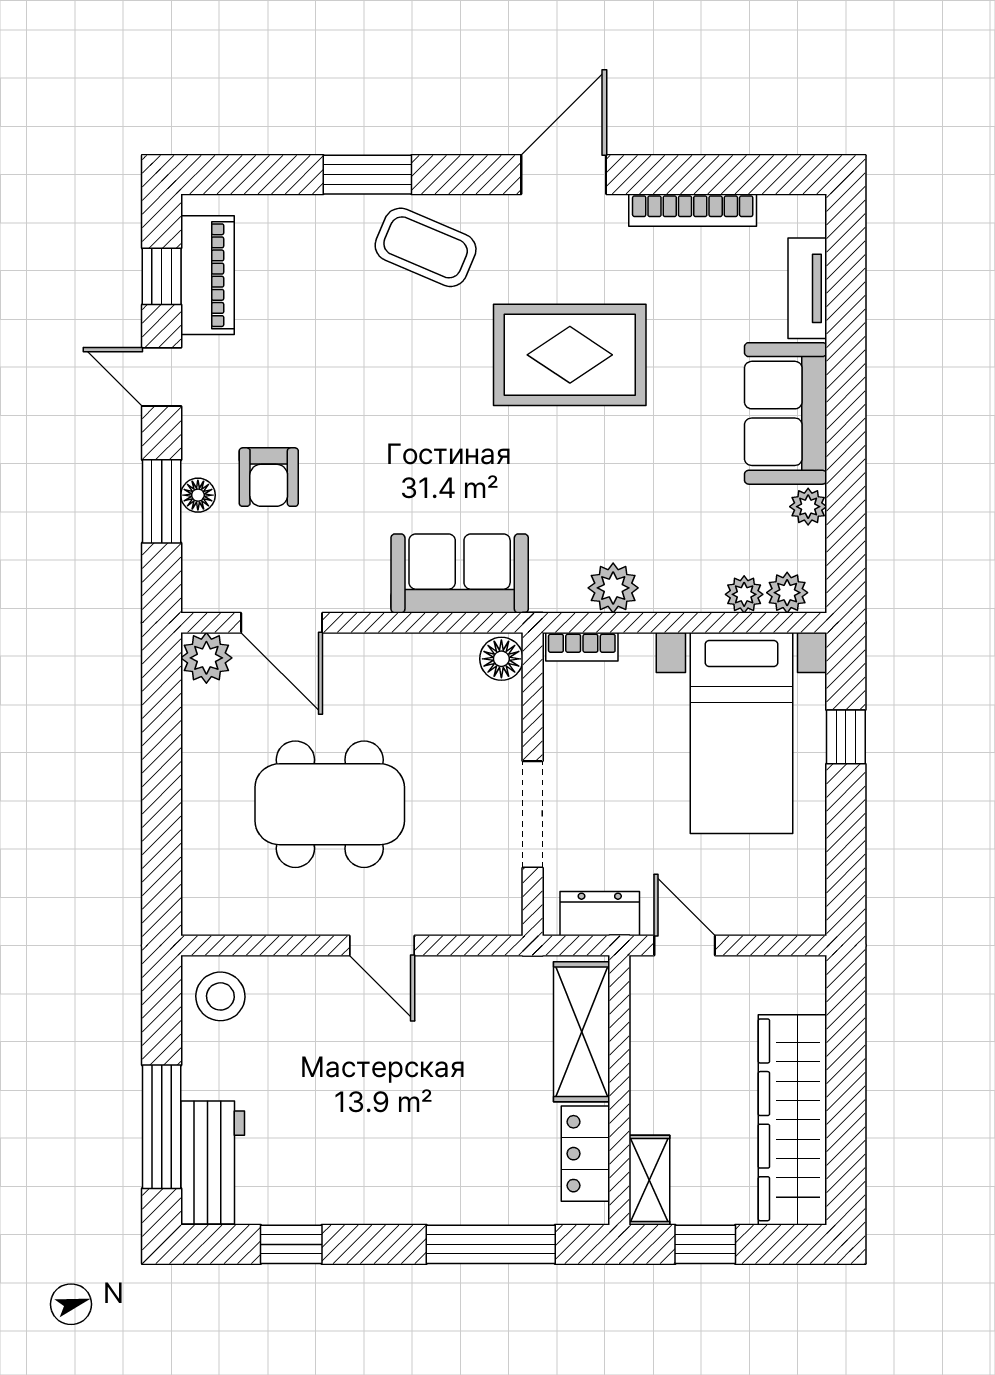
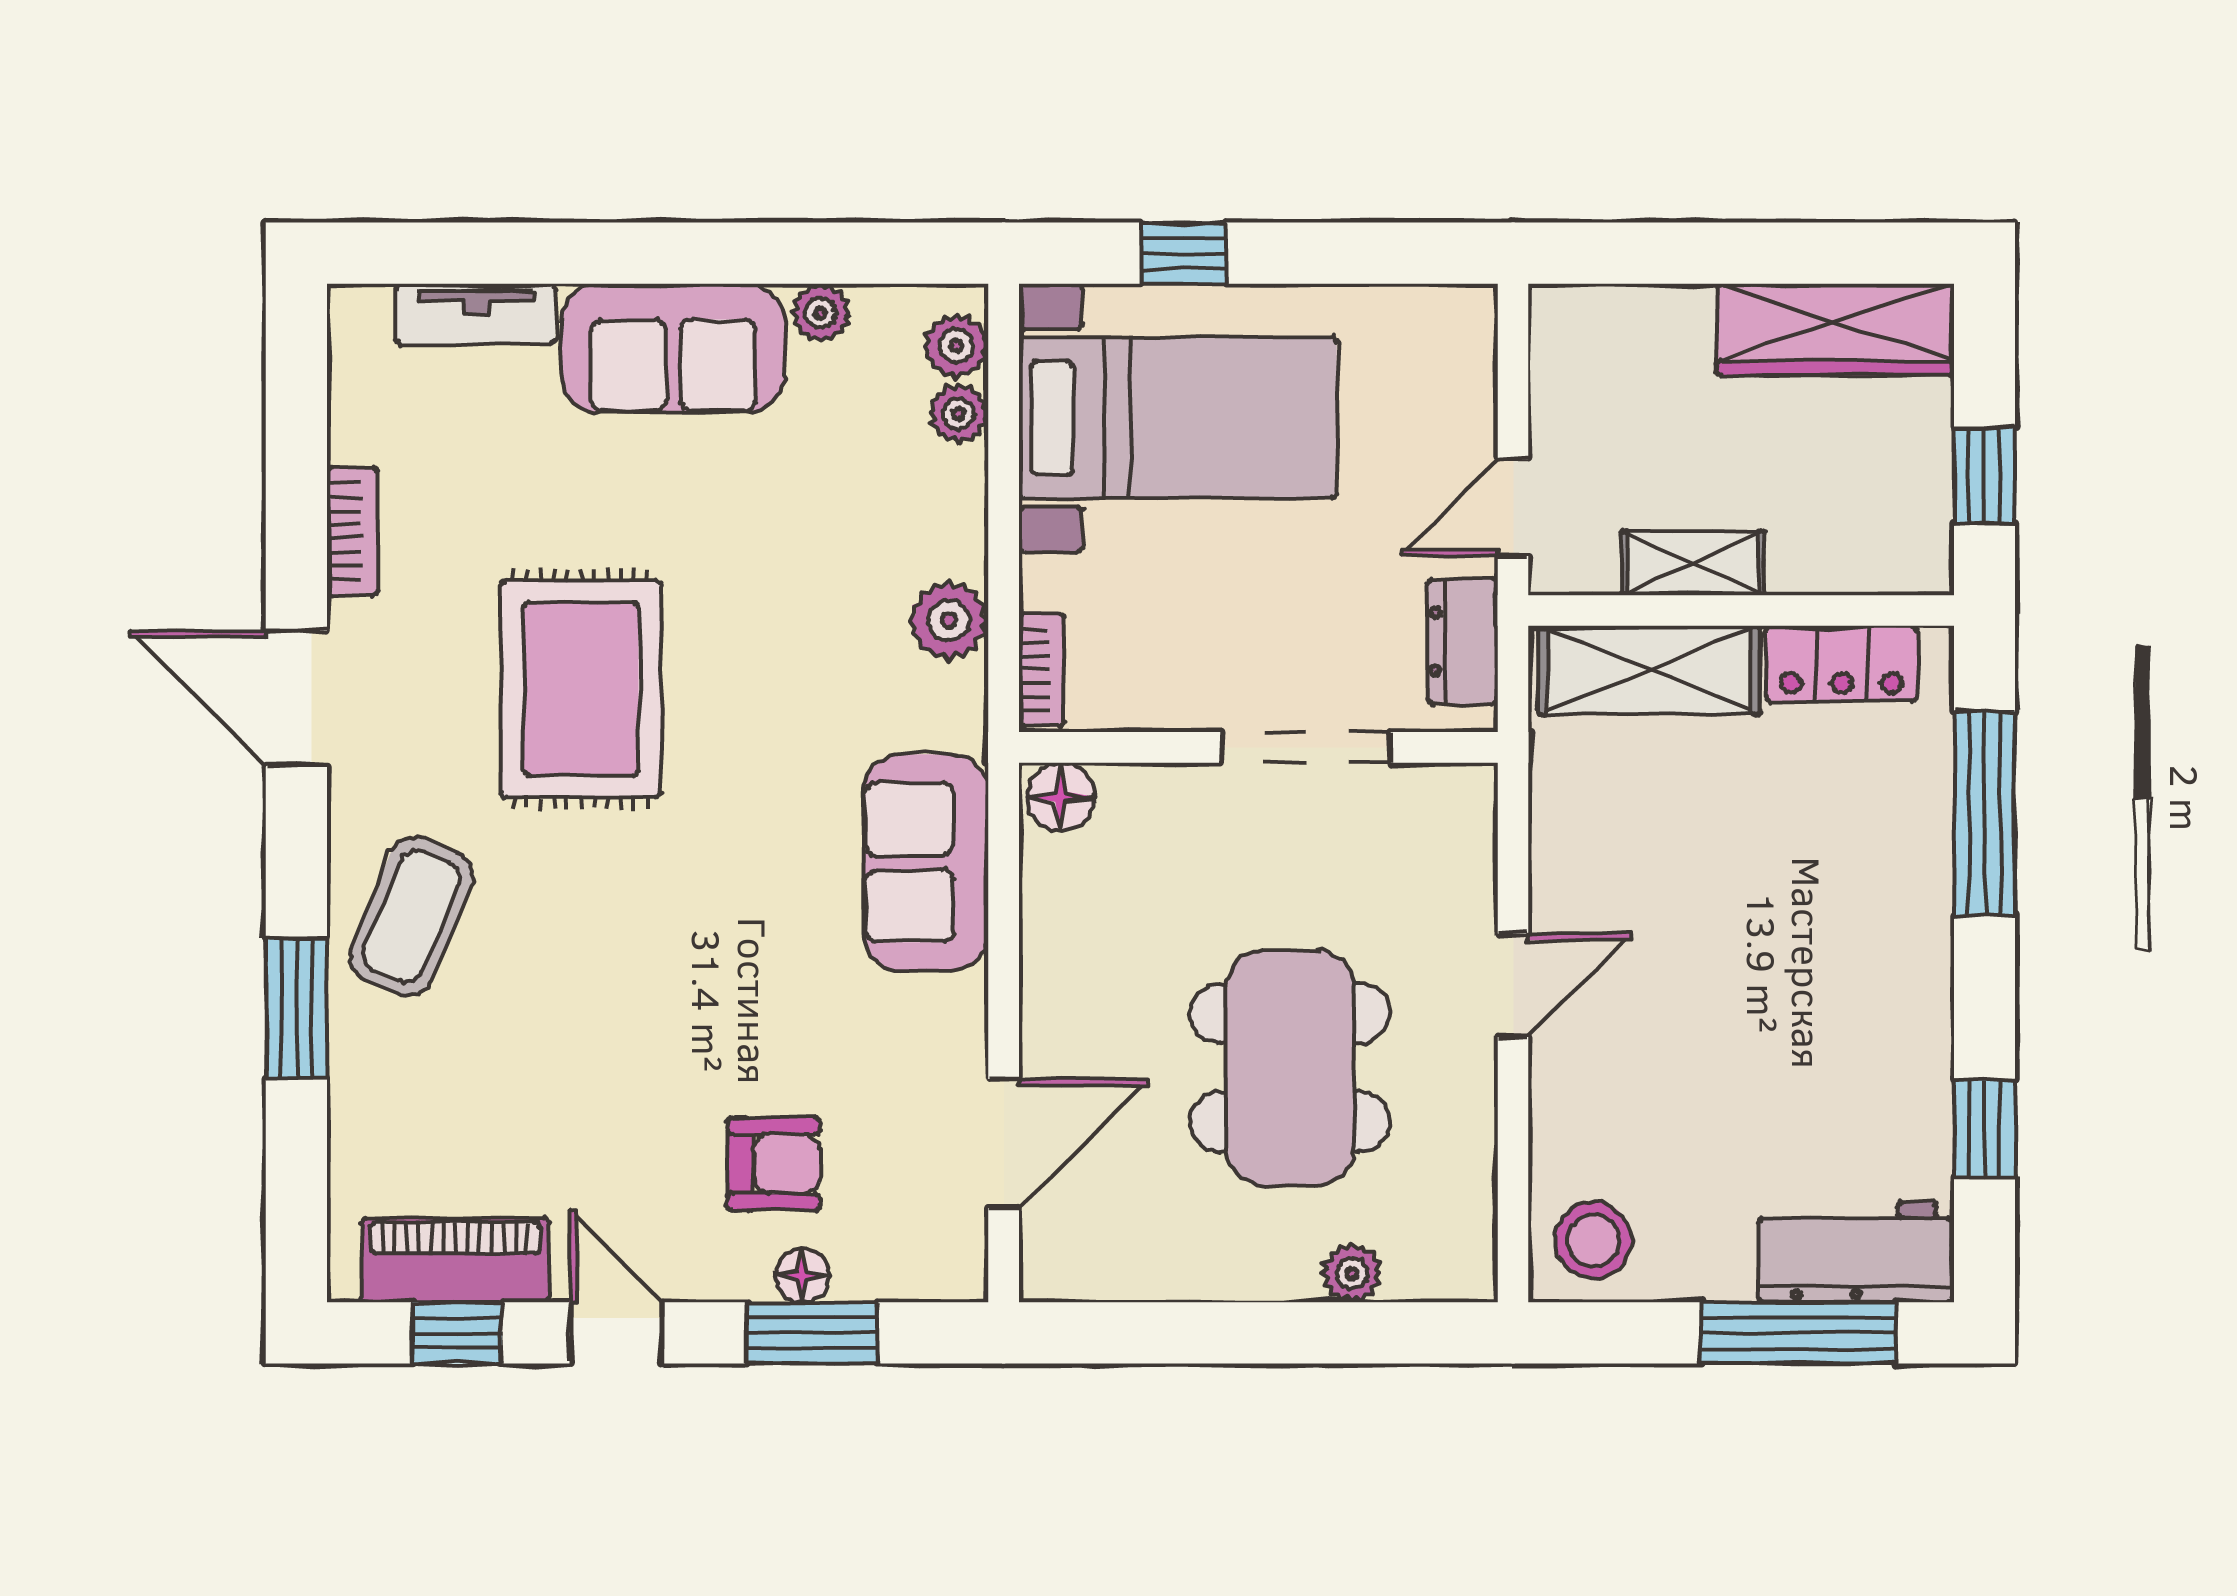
bookcase: (693, 210) -> (353, 531), width x0.64
door: (162, 377) -> (616, 1333), swing flipped
plant: (206, 658) -> (1352, 1273), moved, width x0.73, depth x0.73
wardrobe: (793, 1120) -> (1836, 329), width x0.71, depth x0.85
shelving: (649, 1180) -> (1693, 563), moved

